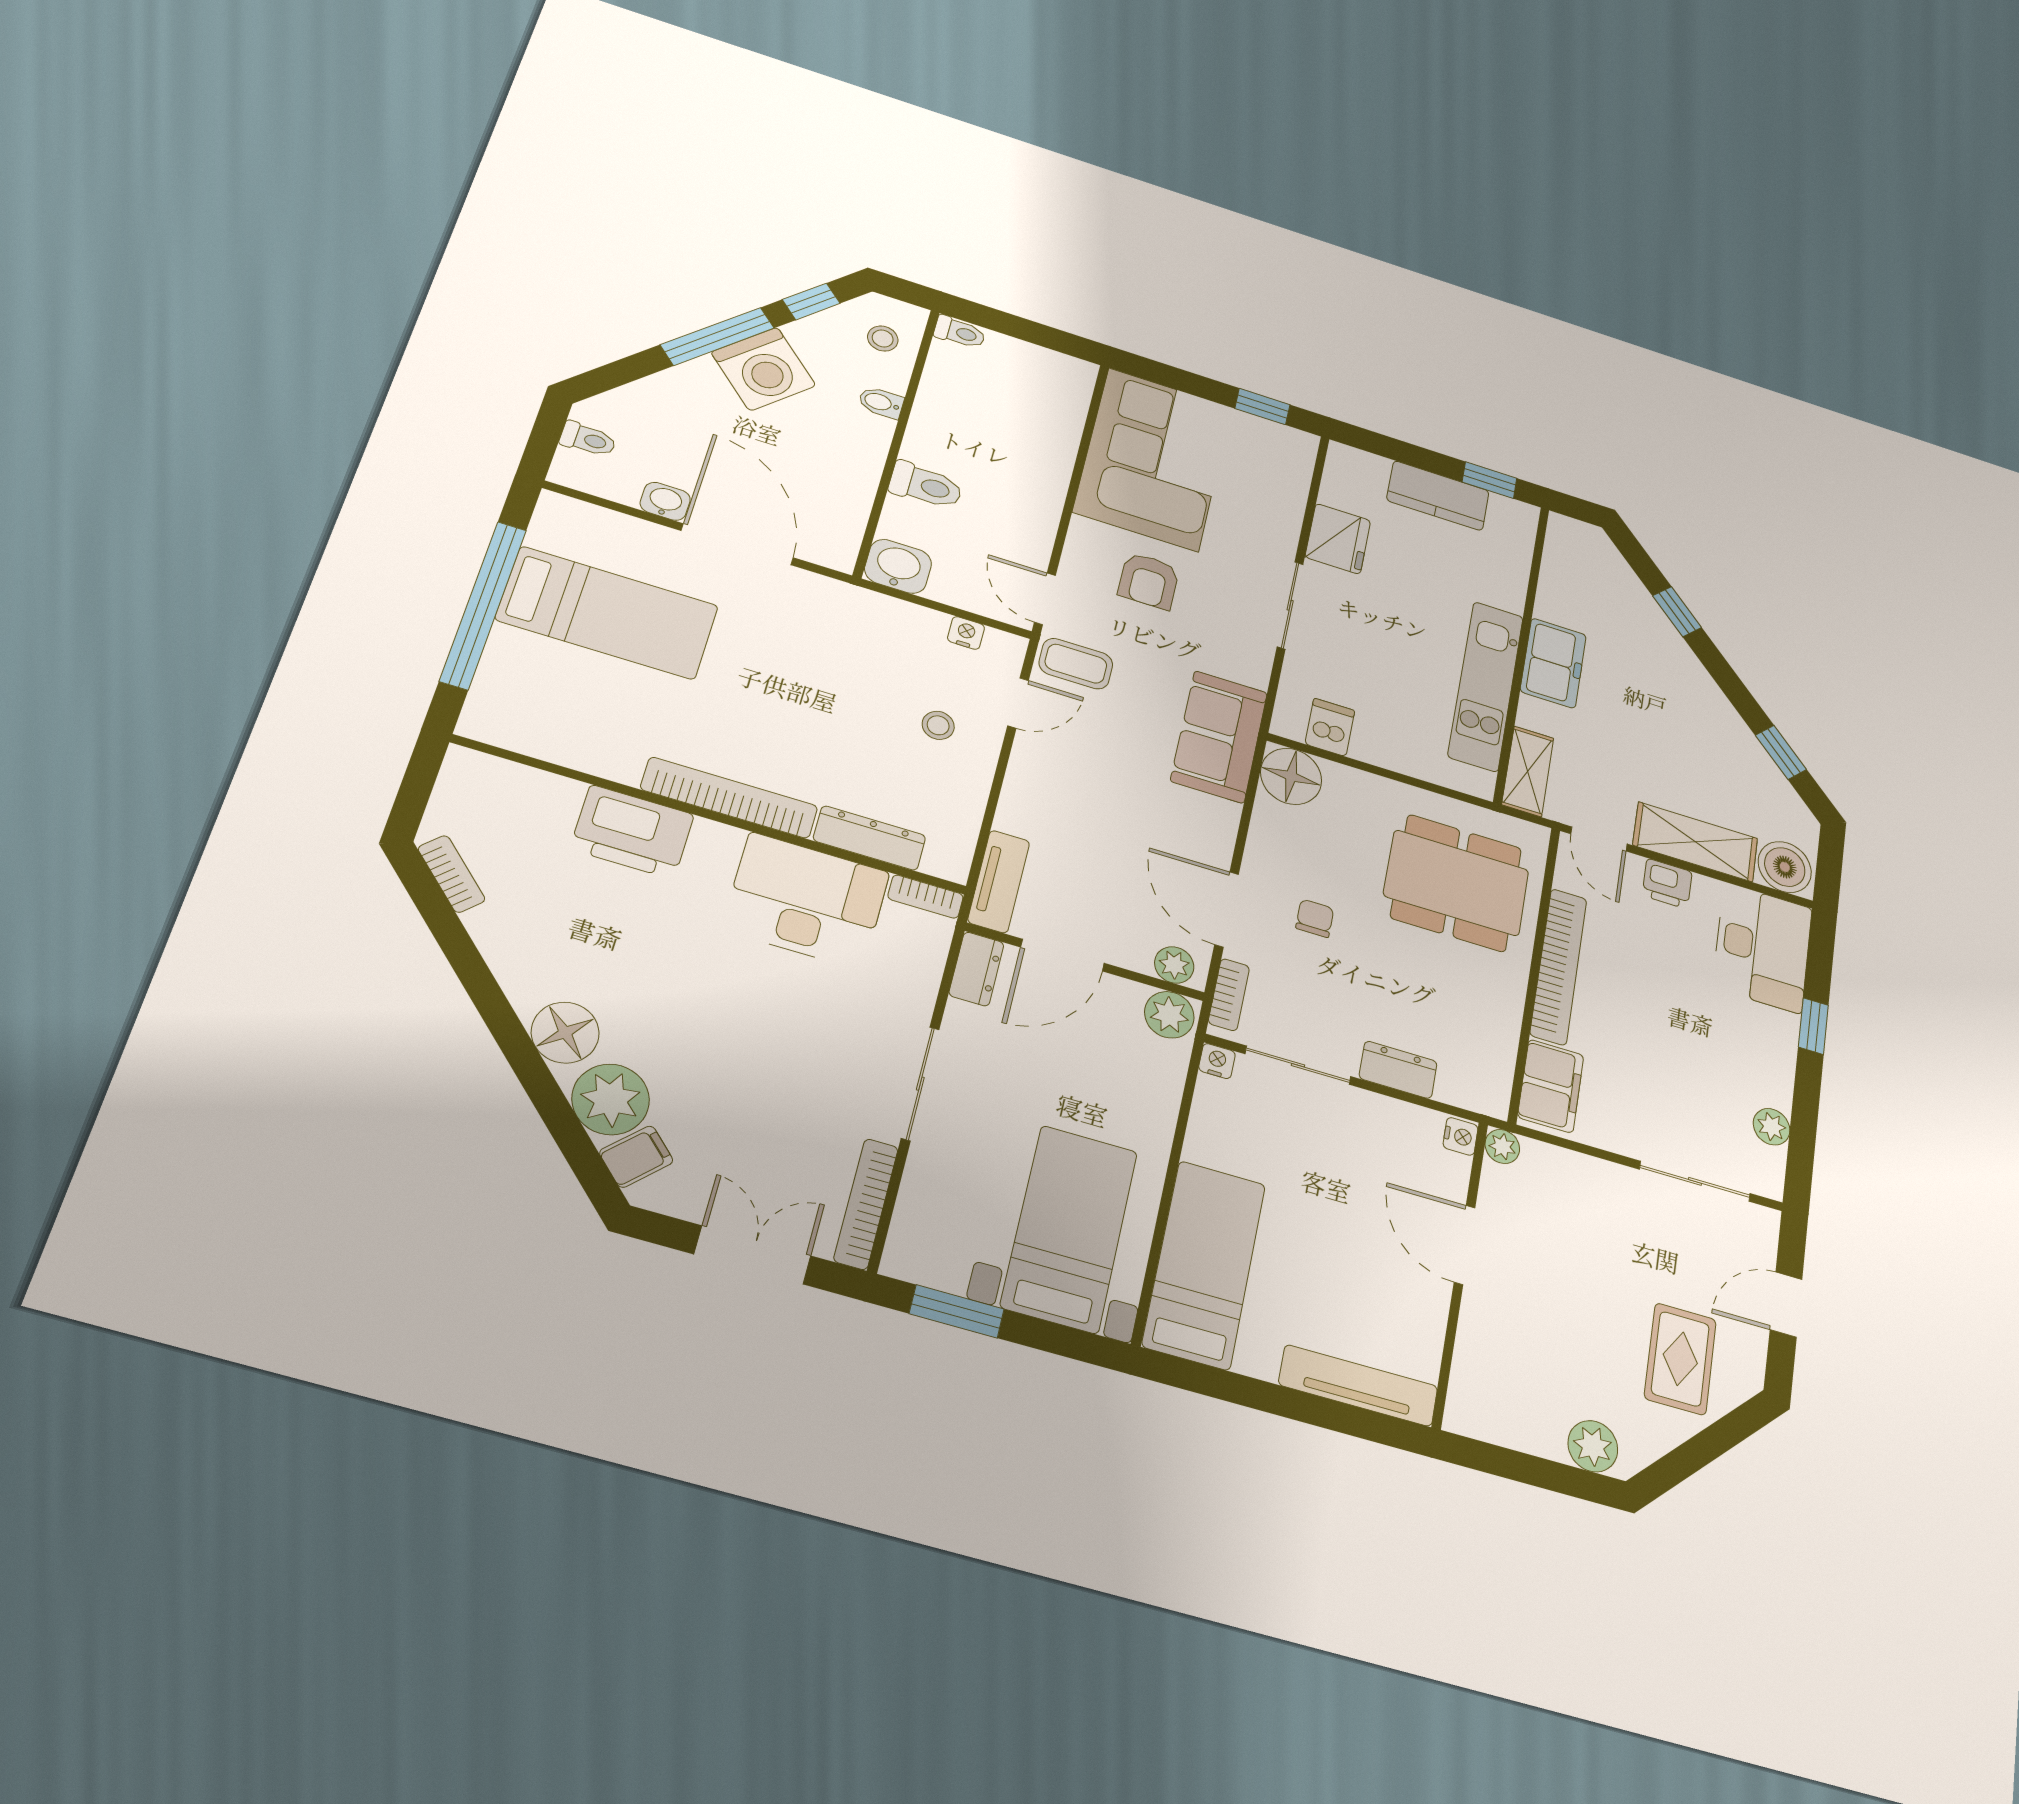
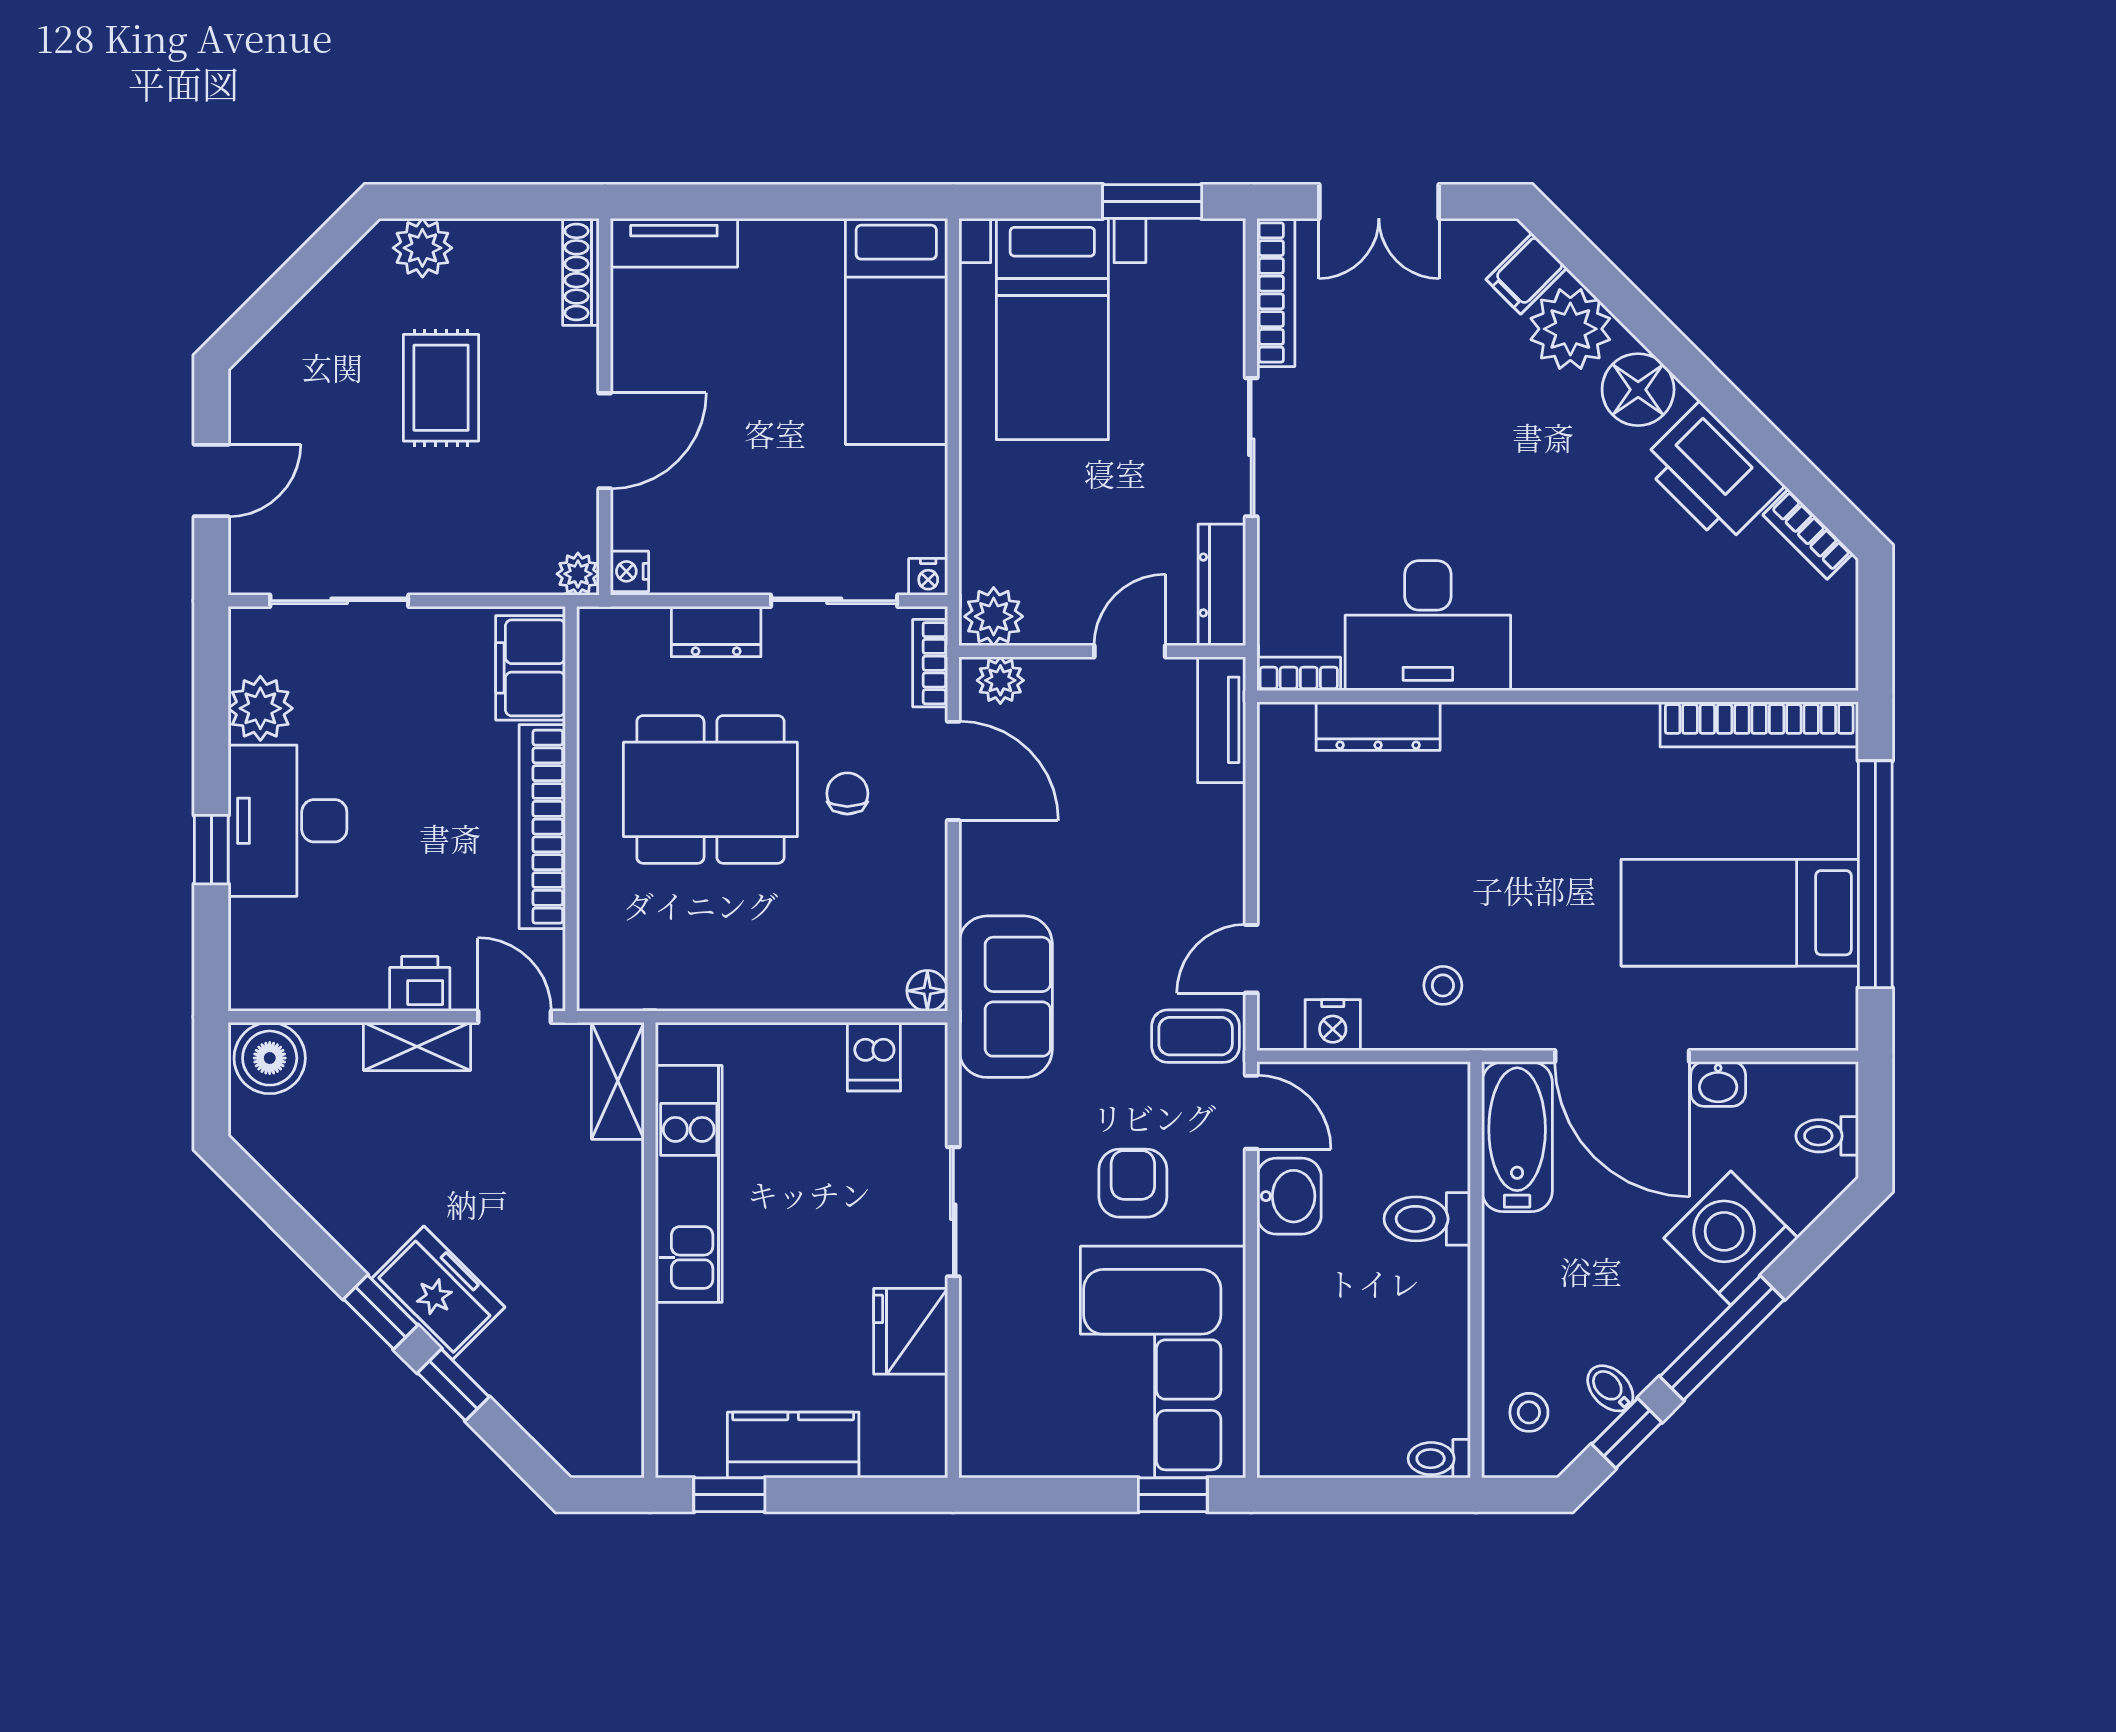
washing machine: (764, 369) -> (1731, 1238), moved
bidet: (881, 402) -> (1610, 1388), moved, turned -135
window: (1262, 407) -> (1173, 1495), moved
bathtub: (839, 517) -> (1517, 1137), added
washbasin: (898, 566) -> (1289, 1196), moved, turned -90
nightstand: (966, 633) -> (1333, 1025), width x1.39, depth x1.35
freezer: (1553, 663) -> (438, 1293), moved, turned 135
stool: (938, 725) -> (1443, 985), moved
window: (1781, 752) -> (381, 1312), moved
floor lamp: (1291, 776) -> (927, 991), width x0.53, depth x0.53
bookcase: (729, 798) -> (1759, 724), moved
printer: (632, 832) -> (1712, 474), moved, turned -135
shelving: (1695, 842) -> (417, 1047), width x0.67, depth x0.75
dining table: (1456, 883) -> (710, 789), moved
chair: (1315, 918) -> (847, 794), turned 180
desk: (1762, 948) -> (287, 821), moved
door: (1062, 955) -> (1130, 651), width x0.73
dresser: (976, 969) -> (1222, 585), width x1.44
plant: (1772, 1127) -> (260, 708), width x1.38, depth x1.38
door: (1465, 1245) -> (605, 441), hinge flipped
rug: (1680, 1359) -> (441, 388), moved
tv unit: (1358, 1386) -> (674, 243), width x0.71
shoe rack: (1463, 1389) -> (581, 272), added

